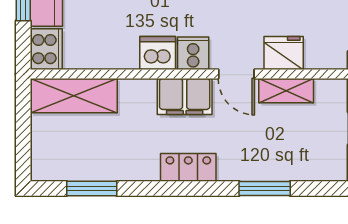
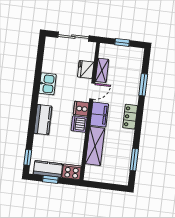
shelving: (74, 96) -> (95, 146), moved

